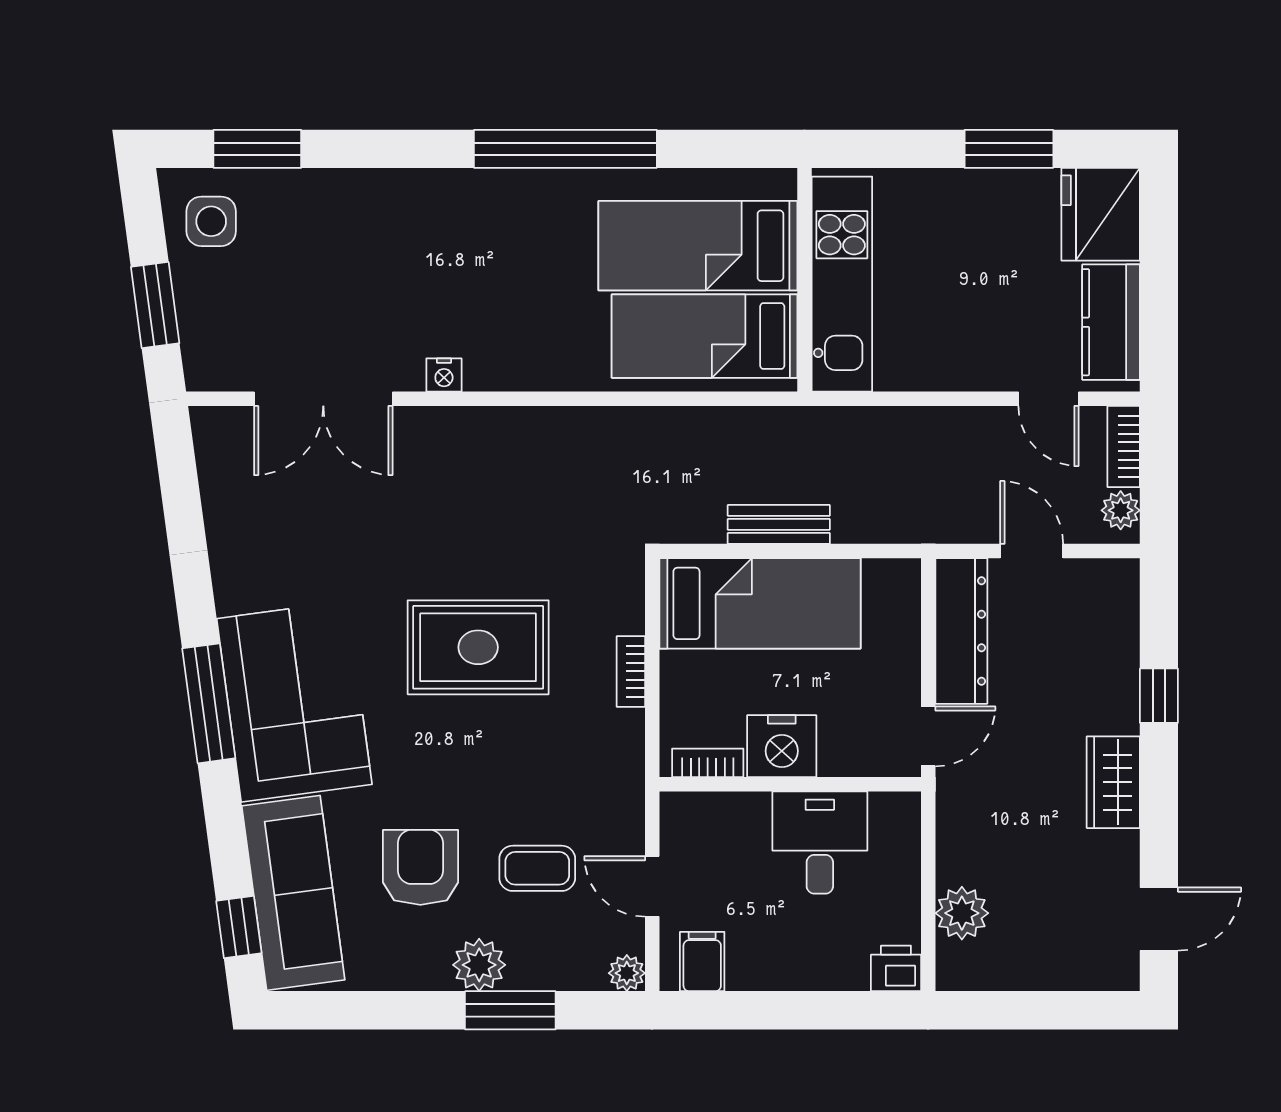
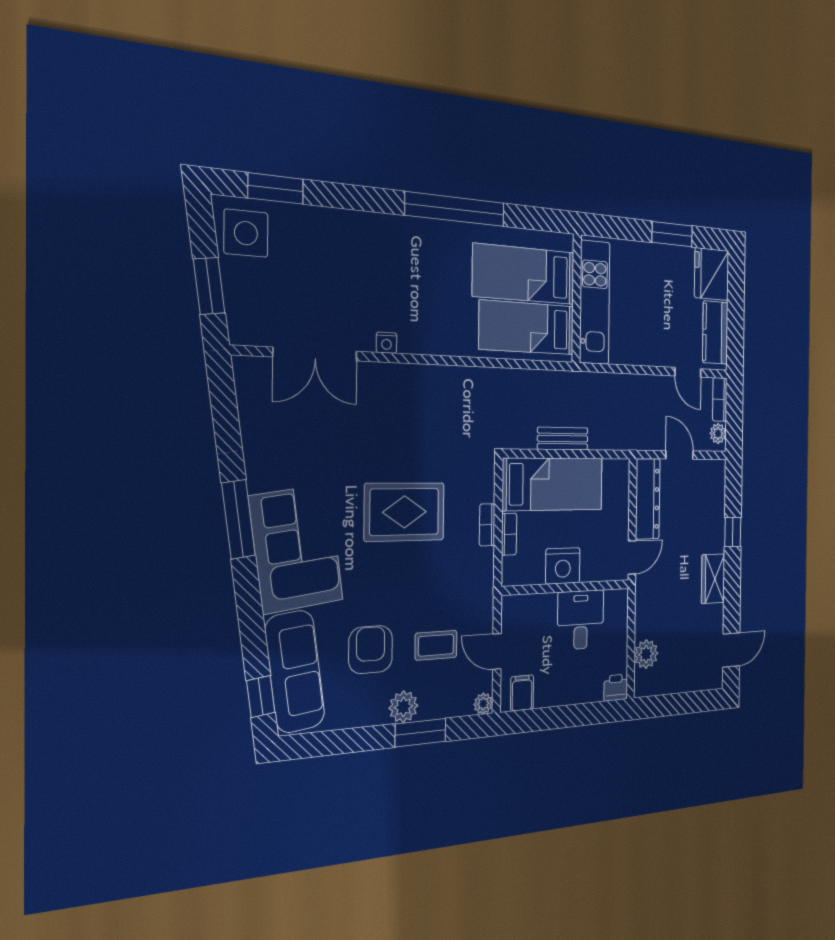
side table: (211, 221) -> (246, 233), width x1.37, depth x1.37
window: (209, 703) -> (238, 519), moved
bookcase: (708, 763) -> (509, 534), moved, turned 90

